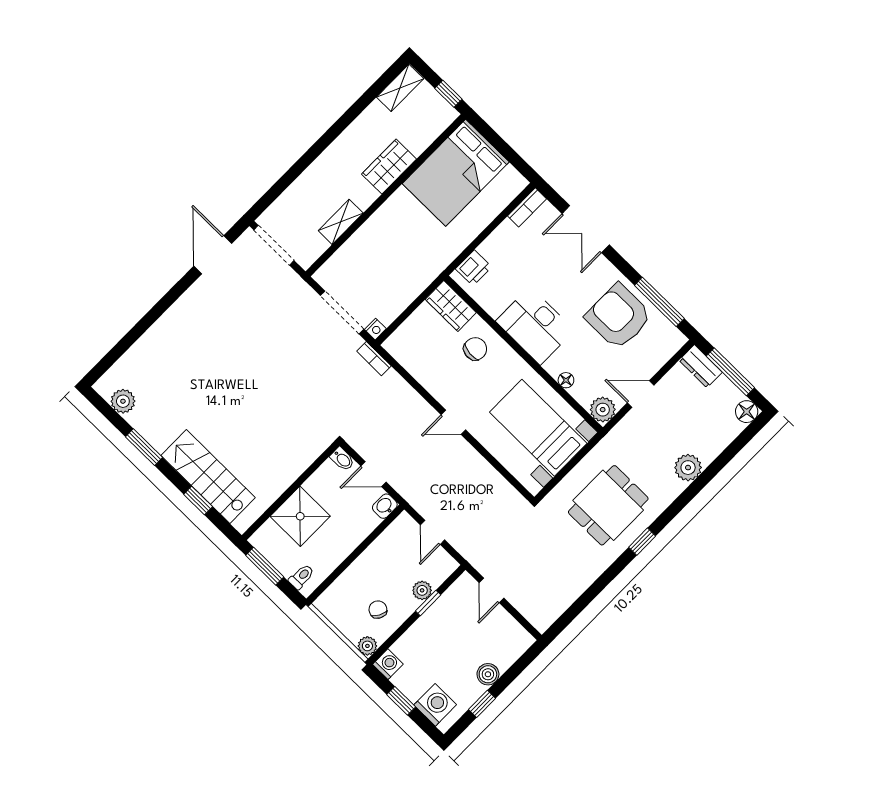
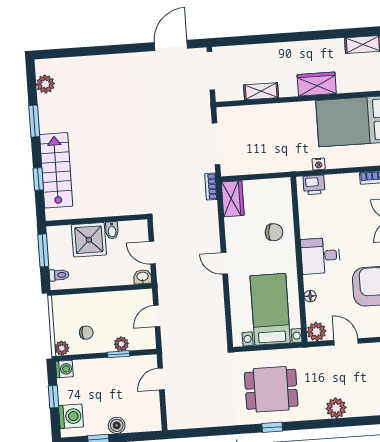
wardrobe: (451, 306) -> (233, 199), moved, turned 180
desk: (535, 326) -> (320, 256), width x0.73
nightstand: (375, 329) -> (319, 164), moved
bidet: (342, 459) -> (112, 230), moved
chair: (378, 610) -> (86, 333), turned 61

